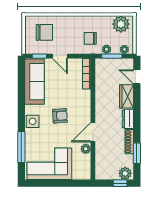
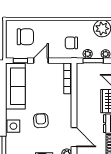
door: (60, 56) -> (41, 61), swing flipped
armchair: (60, 116) -> (41, 121), turned -90
door: (93, 132) -> (74, 137), swing flipped

